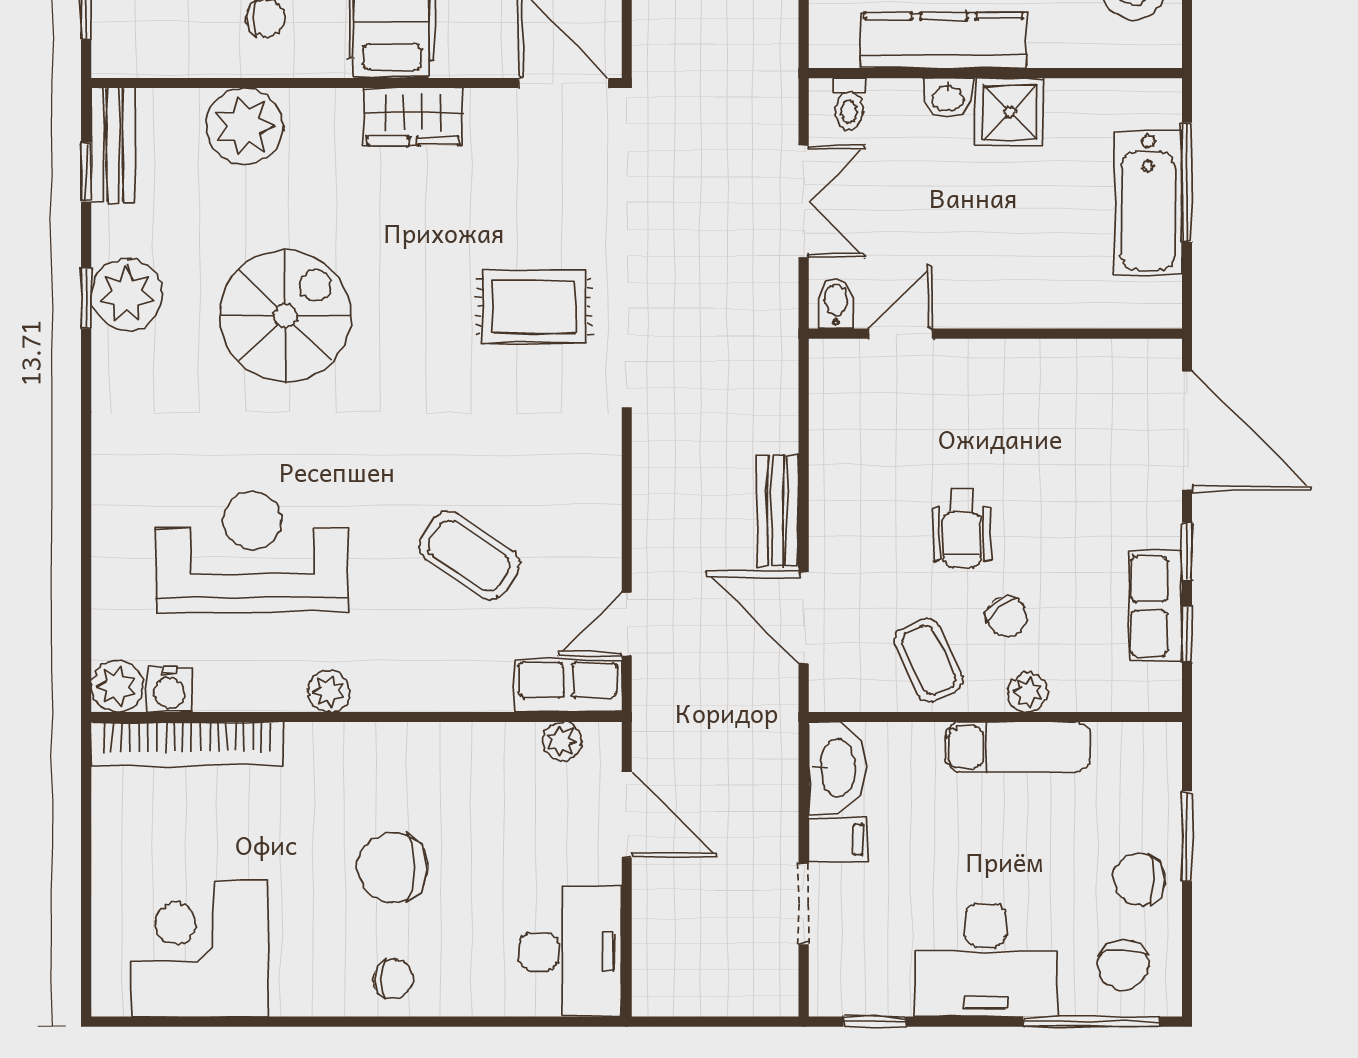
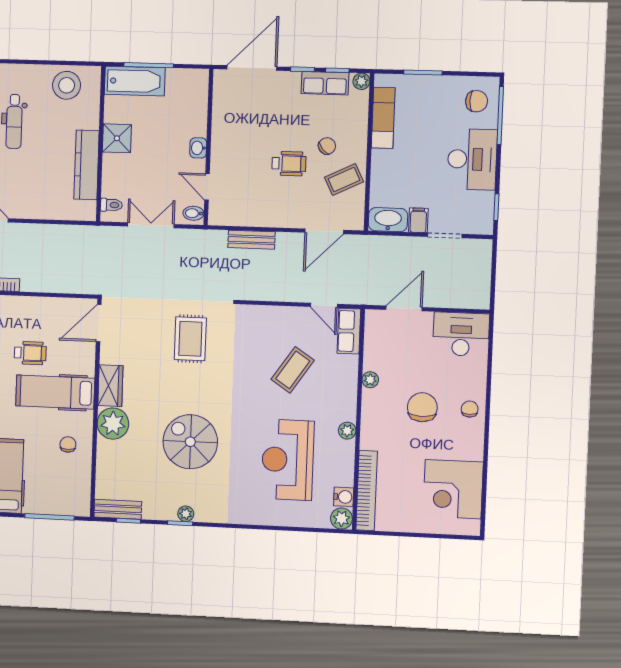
washbasin: (948, 98) -> (198, 148), moved, turned 180
plant: (245, 126) -> (113, 424), moved
bathtub: (1148, 203) -> (135, 81), moved
plant: (127, 294) -> (186, 514), width x0.53, depth x0.53
bench: (777, 511) -> (251, 240), moved
plant: (1028, 692) -> (361, 81), moved
plant: (562, 741) -> (370, 380), moved
exam couch: (1018, 747) -> (383, 118), moved
chair: (393, 867) -> (422, 407), turned 180
chair: (1139, 879) -> (440, 93), removed

